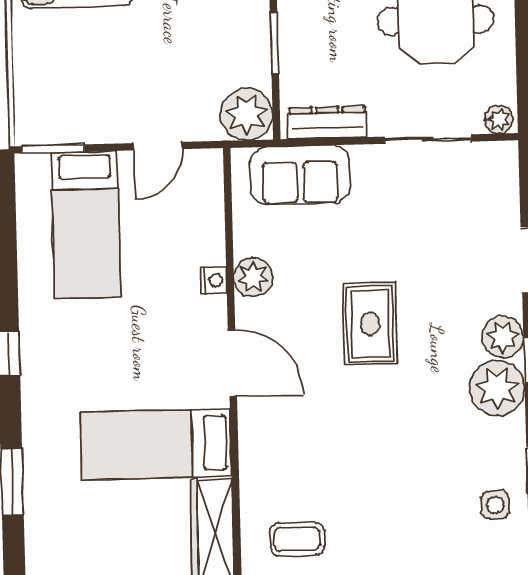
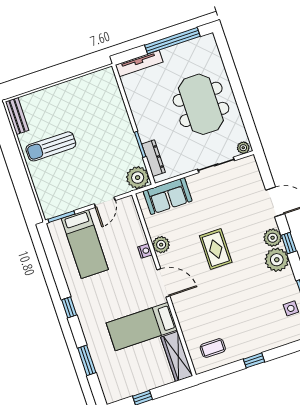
dresser: (327, 123) -> (154, 158), moved, turned 90

